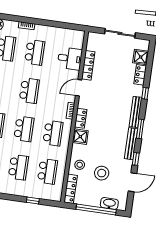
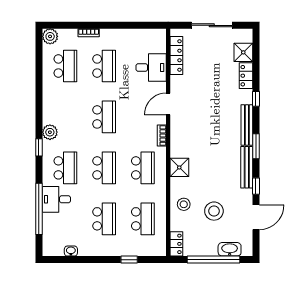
locker: (88, 65) -> (176, 55), moved
locker: (81, 118) -> (176, 143), removed
locker: (71, 189) -> (176, 244), width x0.66

